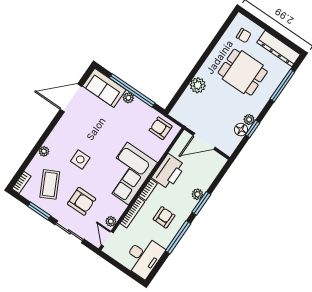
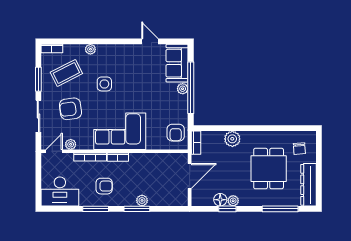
door: (71, 98) -> (150, 41), width x0.53
bookcase: (180, 117) -> (196, 143), added
armchair: (161, 128) -> (176, 133), turned 180
door: (204, 141) -> (190, 176), swing flipped
printer: (169, 172) -> (144, 164), removed
armchair: (82, 201) -> (70, 109), turned 82
window: (178, 237) -> (96, 209), width x0.69

